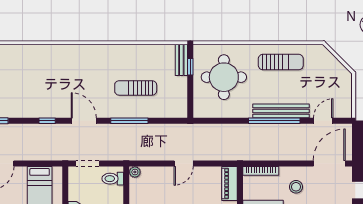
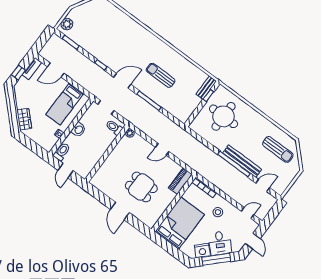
sun lounger: (281, 62) -> (278, 149), moved
sun lounger: (136, 88) -> (161, 75), moved
door: (84, 121) -> (122, 81), hinge flipped
door: (329, 163) -> (248, 213), width x0.53

